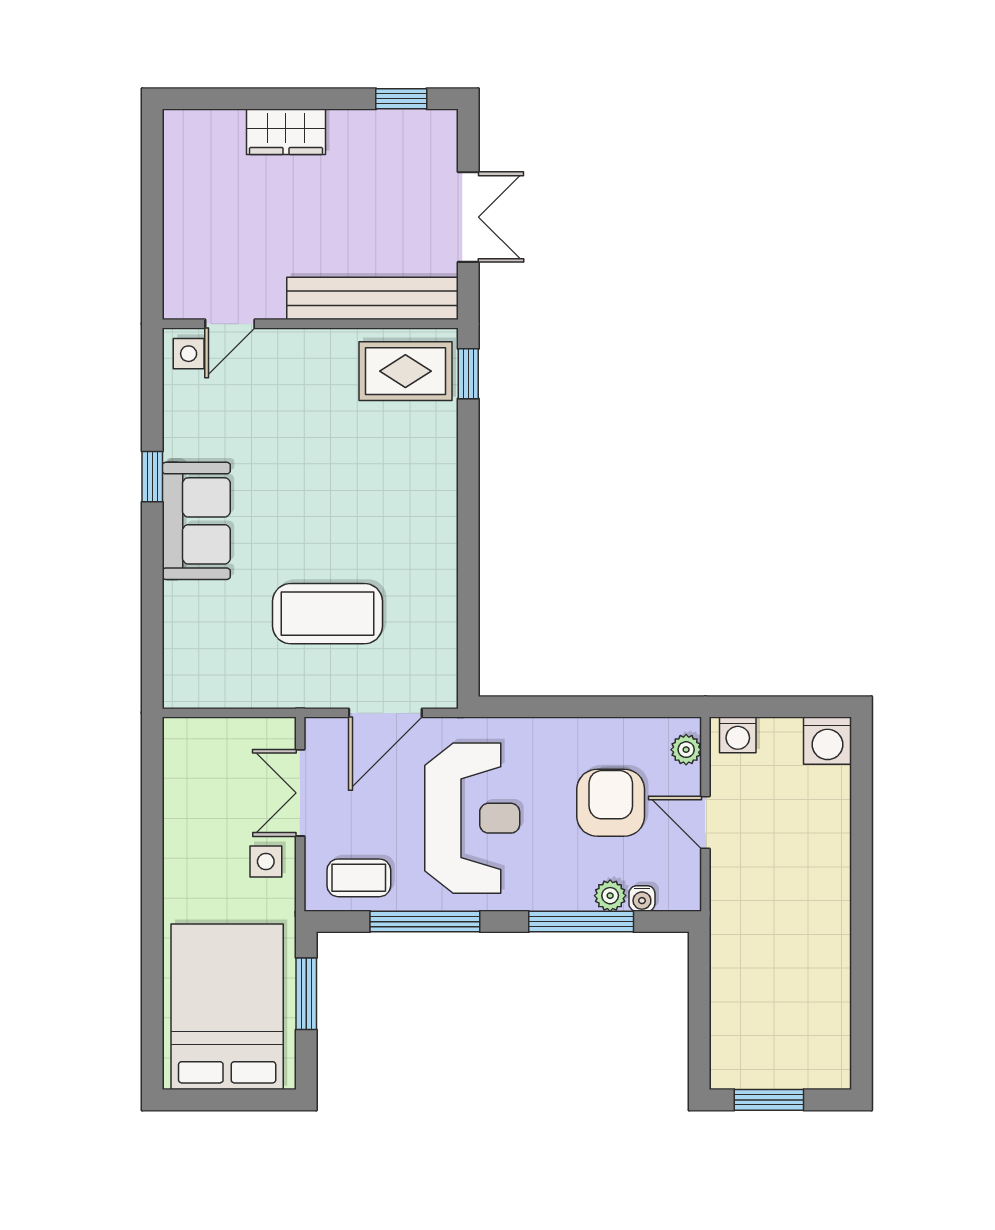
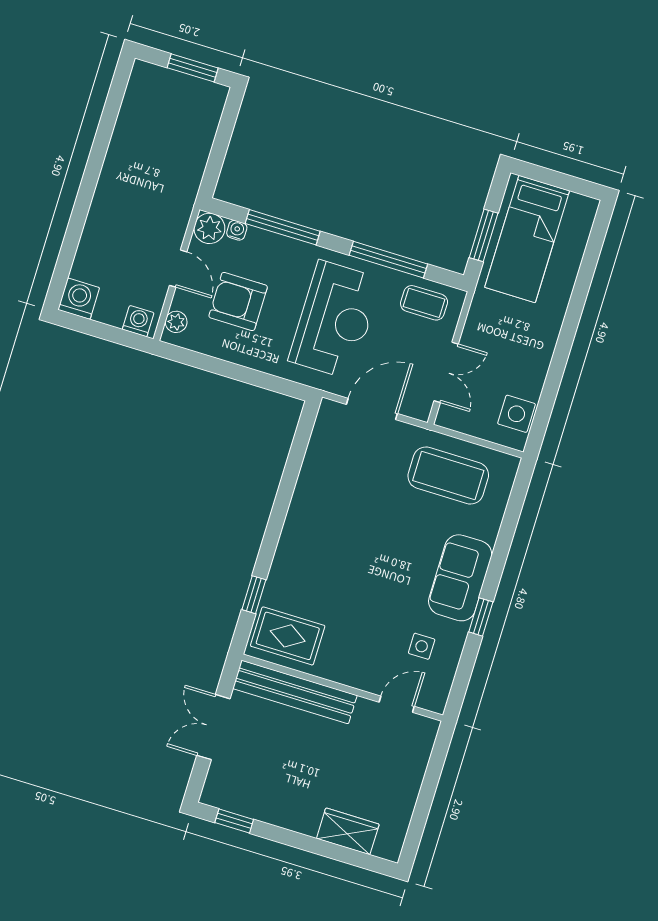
wardrobe: (286, 132) -> (348, 831), moved
side table: (189, 354) -> (422, 646), moved
window: (468, 374) -> (254, 595), moved
coffee table: (328, 614) -> (448, 475), moved
armchair: (611, 803) -> (238, 301), turned 90
reception desk: (472, 818) -> (335, 320), turned 180
side table: (266, 862) -> (516, 414), moved, width x1.37, depth x1.37
plant: (610, 896) -> (209, 228), moved, width x1.38, depth x1.38
bed: (227, 1007) -> (527, 239), width x0.67

